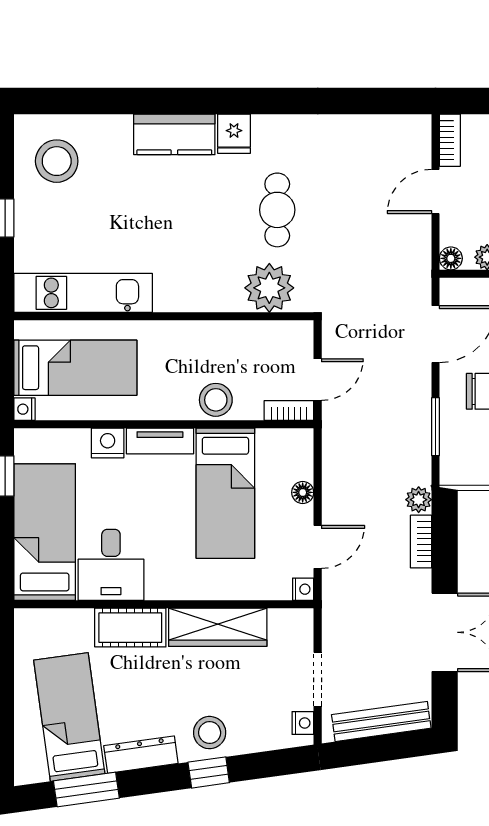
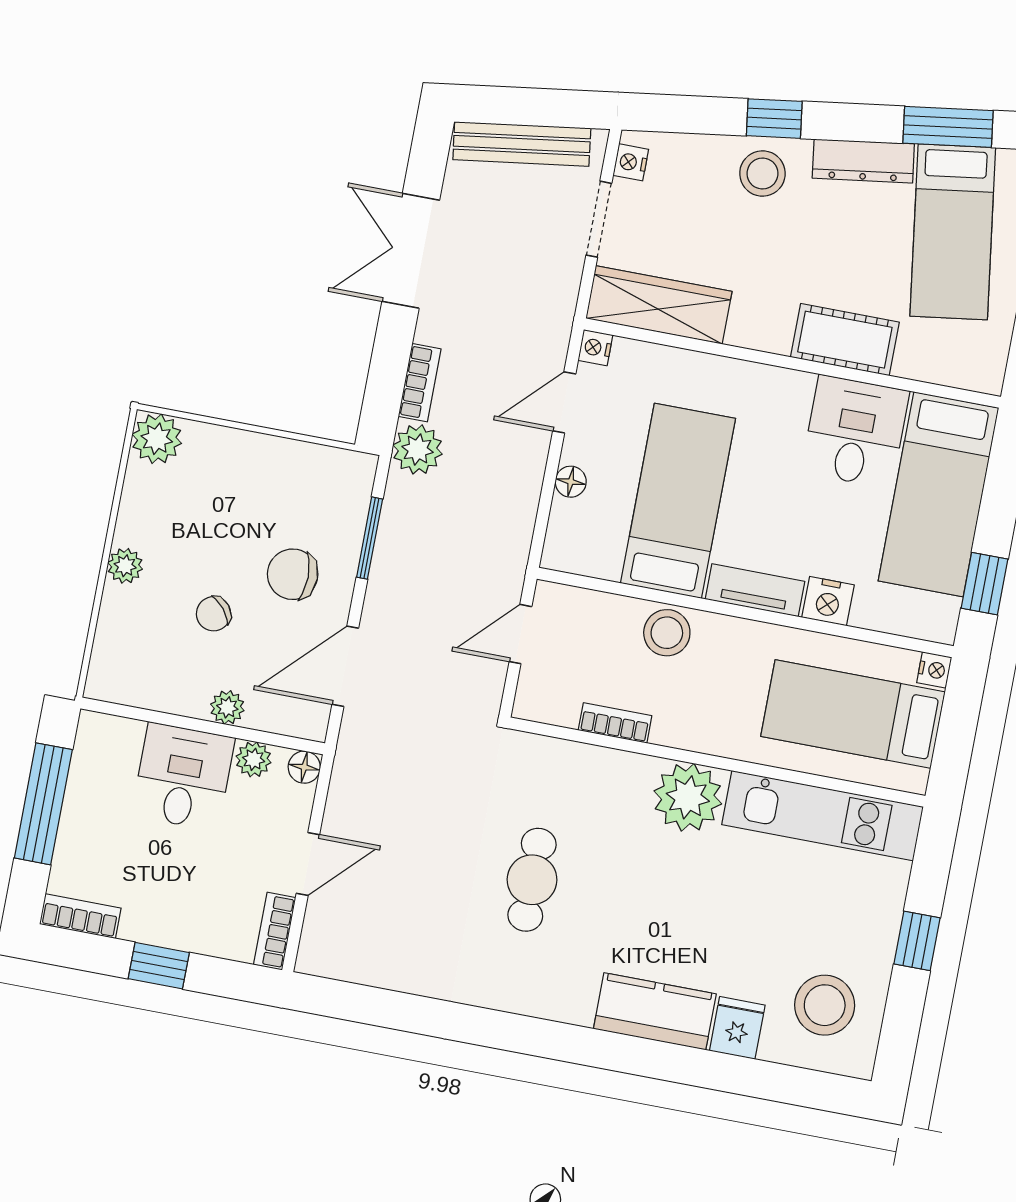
fridge: (234, 134) -> (737, 1028), moved
plant: (269, 288) -> (688, 797), moved
bookcase: (289, 410) -> (615, 723), moved, turned 180
plant: (419, 500) -> (418, 449), width x1.38, depth x1.38
wardrobe: (218, 627) -> (659, 305), moved

